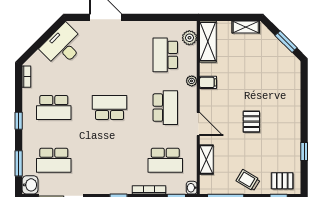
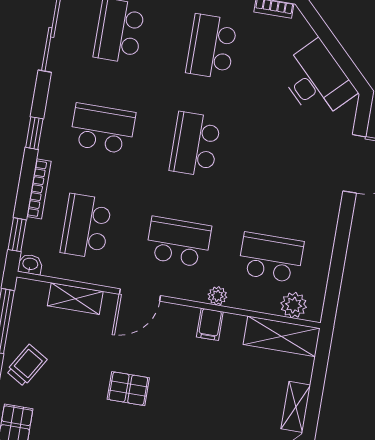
school desk: (110, 108) -> (195, 144), turned 180
school desk: (165, 108) -> (179, 242), turned 180
school desk: (110, 160) -> (103, 129), added

